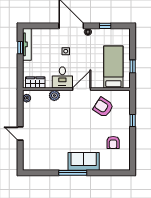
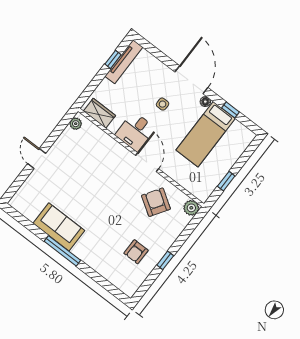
bed: (113, 67) -> (206, 134), moved, turned 180
door: (82, 89) -> (147, 162), hinge flipped
plant: (54, 96) -> (191, 208), moved
window: (133, 120) -> (165, 260), moved
sofa: (84, 161) -> (59, 227), moved

